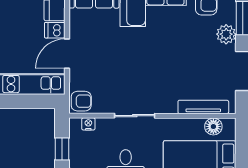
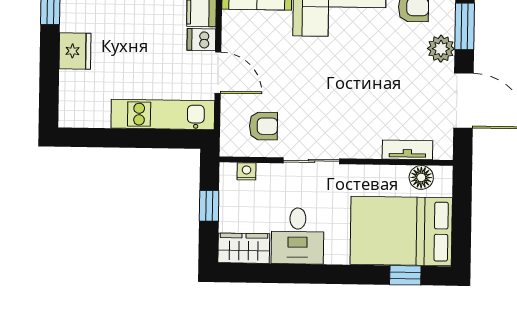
door: (67, 54) -> (218, 73), swing flipped
armchair: (81, 101) -> (263, 126), moved
tv unit: (203, 107) -> (407, 150), width x0.71

